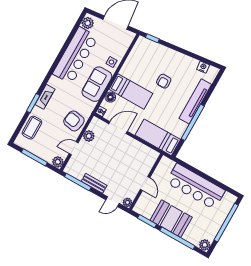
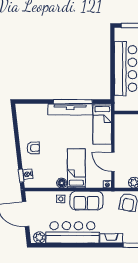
nightstand: (203, 67) -> (28, 174), moved
armchair: (164, 81) -> (33, 148), moved
fireplace: (45, 97) -> (111, 238), moved
floor lamp: (110, 97) -> (62, 183), moved
tv unit: (195, 101) -> (70, 109), moved

